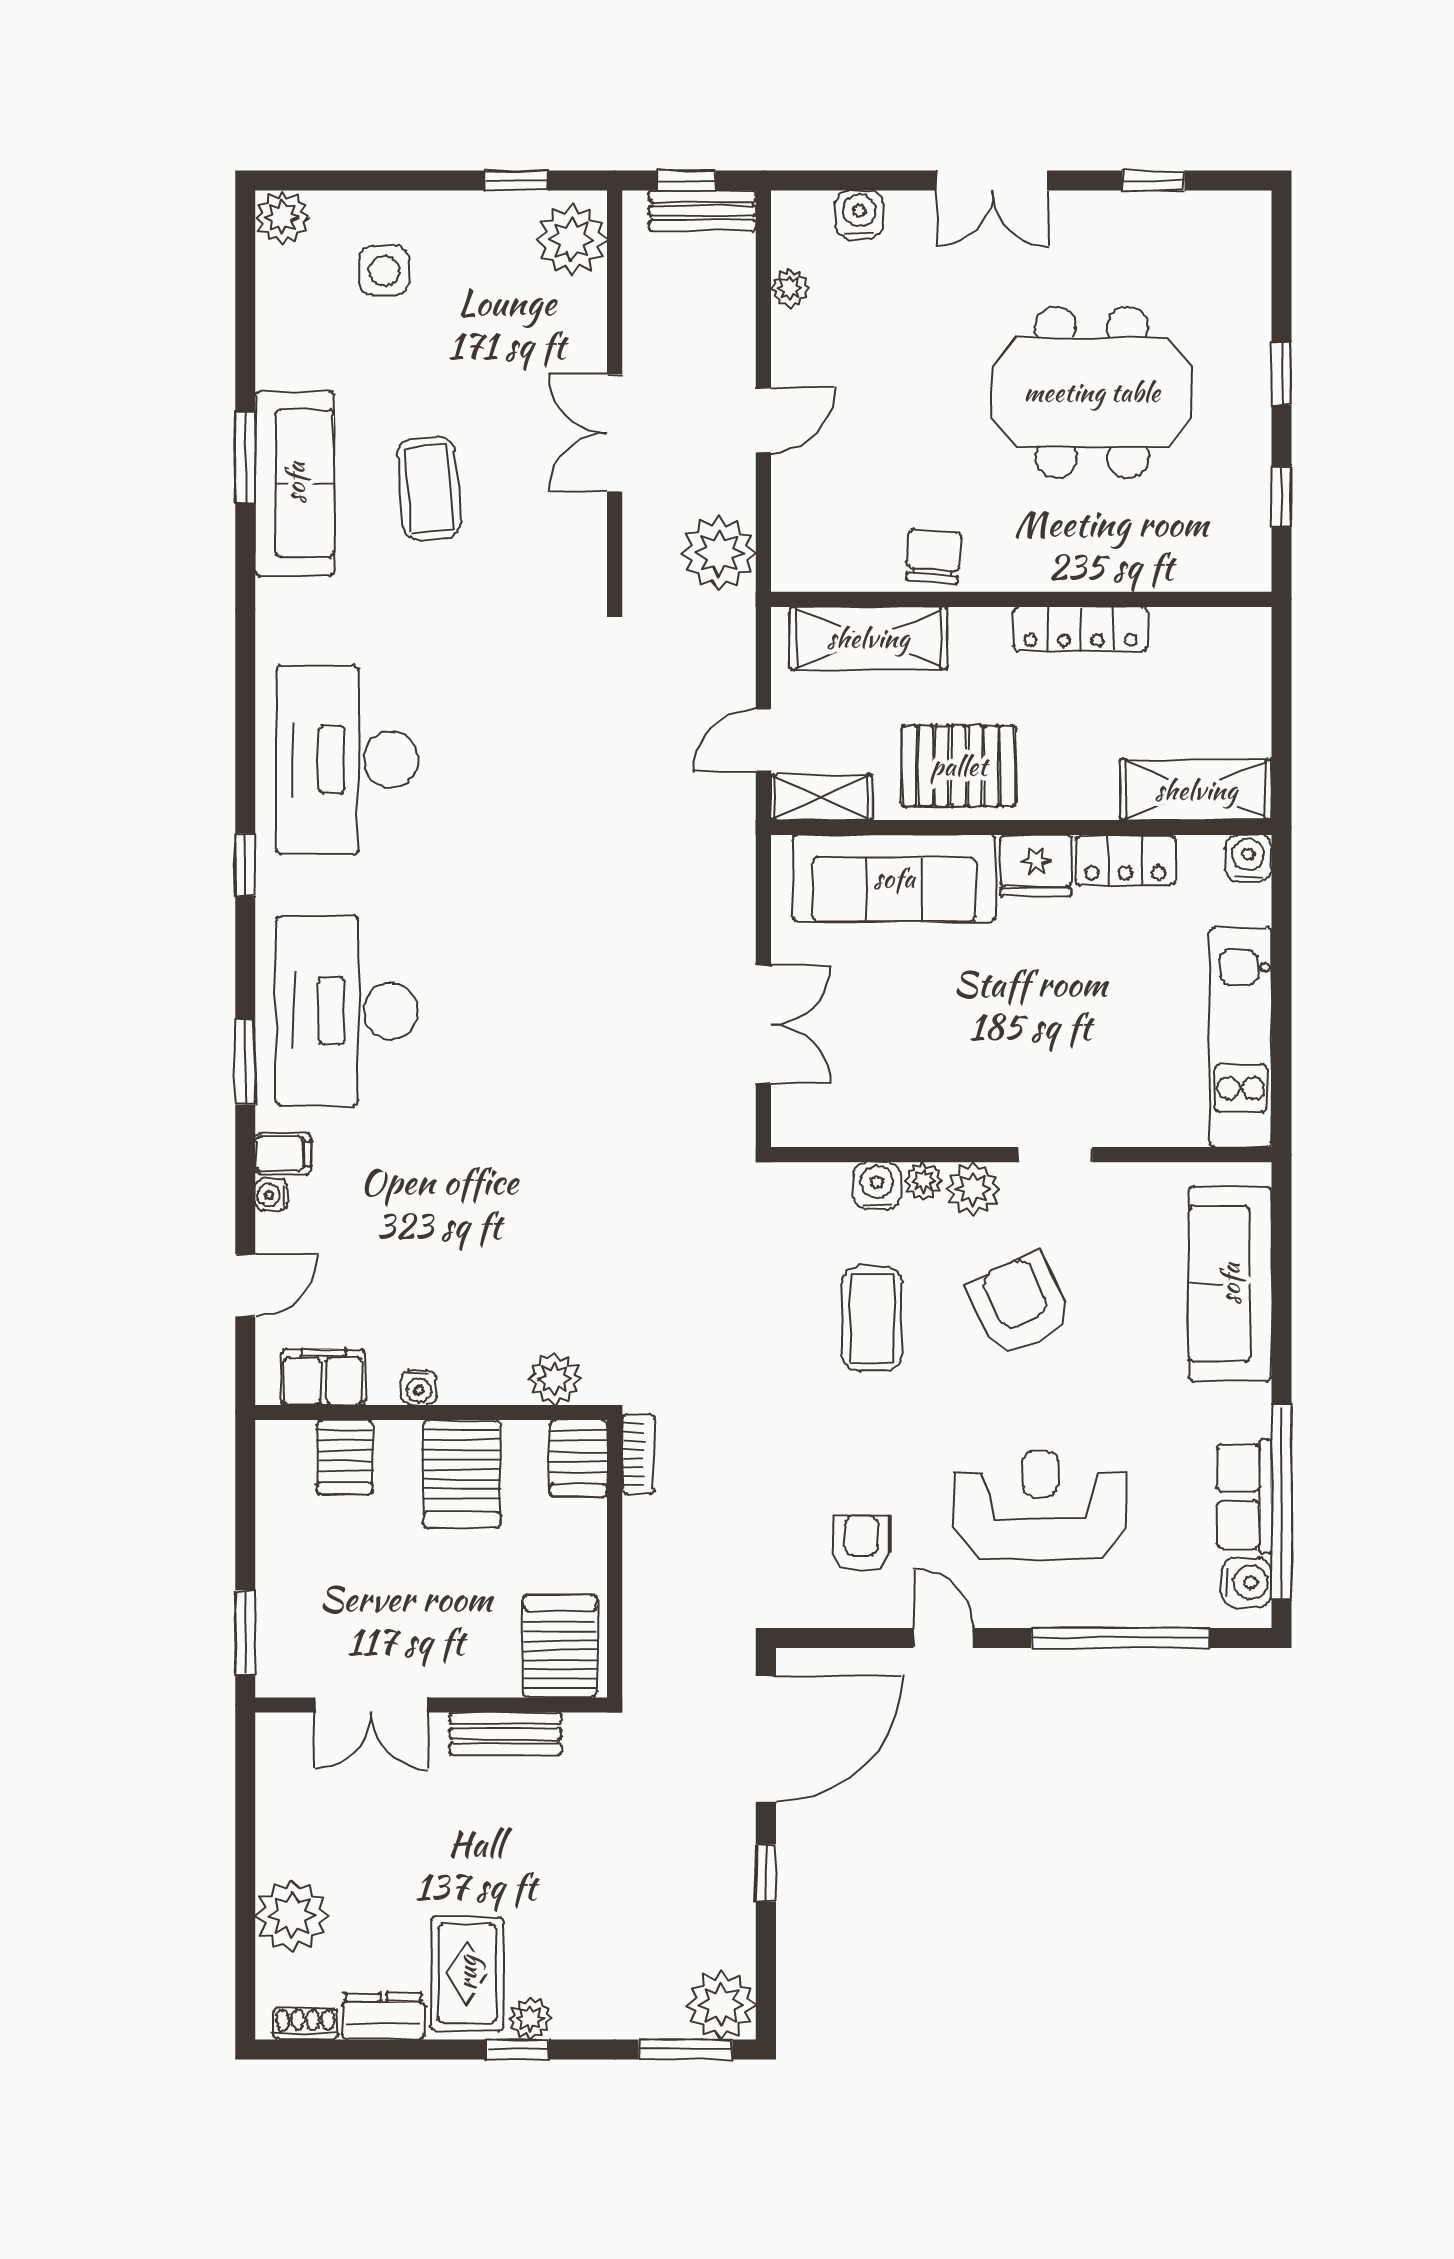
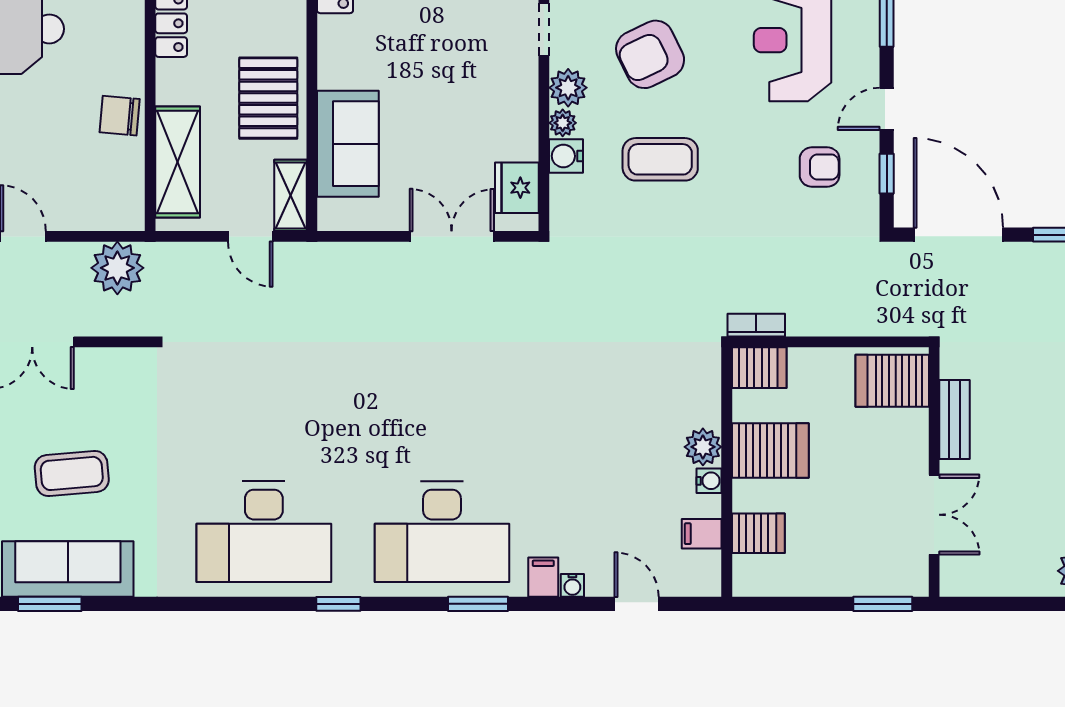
fridge: (1036, 866) -> (517, 188), moved, turned 180
sofa: (894, 878) -> (348, 144), width x0.73
filing cabinet: (323, 1377) -> (702, 534), width x0.50
plant: (555, 1379) -> (703, 447), moved
armchair: (861, 1543) -> (820, 167), turned 180
window: (852, 1638) -> (887, 174), added

